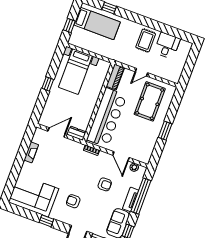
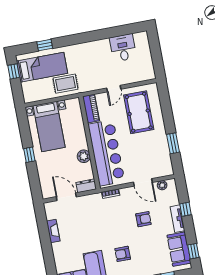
window: (69, 25) -> (14, 71), moved
rug: (146, 41) -> (66, 84), moved, turned 90
plant: (88, 110) -> (84, 156), added
window: (165, 131) -> (173, 143), moved
door: (57, 132) -> (66, 197), hinge flipped
window: (141, 196) -> (186, 209), width x0.32

